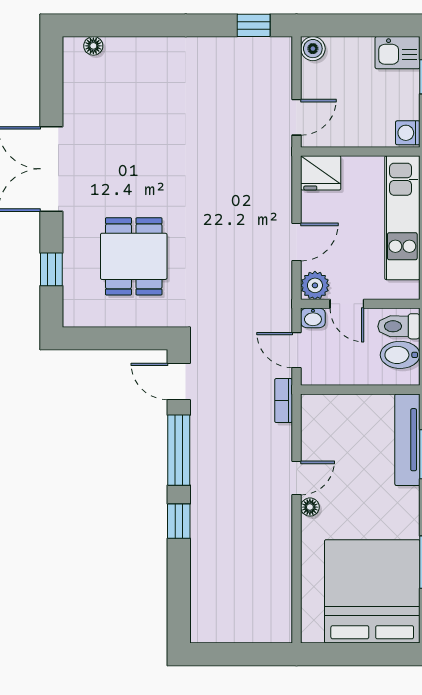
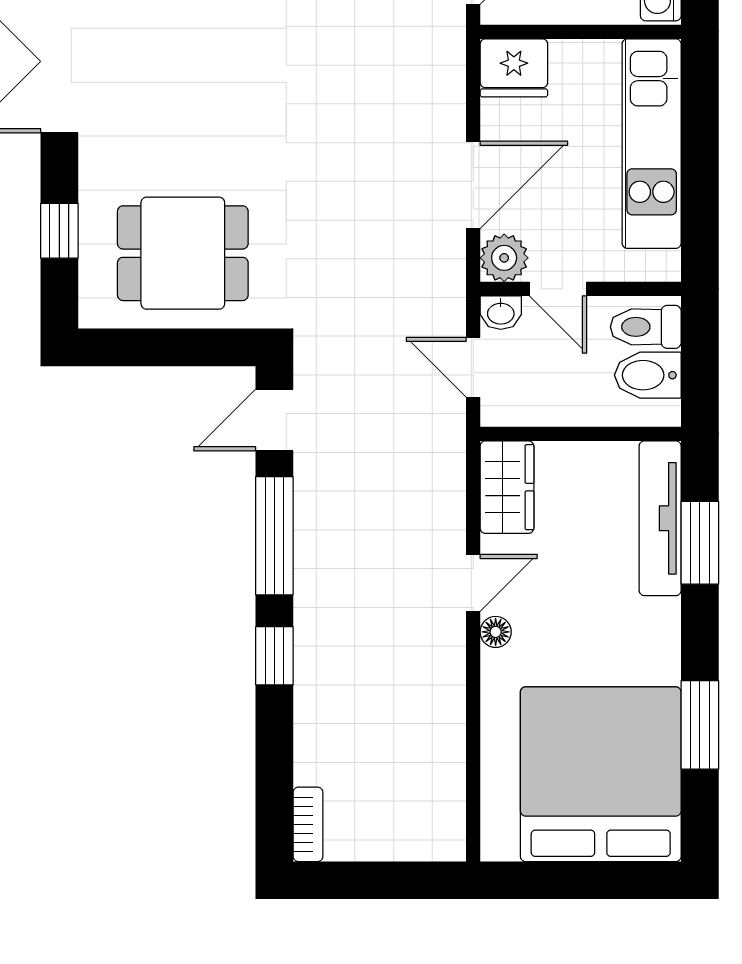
door: (297, 242) -> (473, 185), width x1.38
dining table: (134, 256) -> (183, 253), moved, turned 90
door: (179, 381) -> (274, 420), hinge flipped
bookcase: (284, 401) -> (308, 824), moved, turned 180
wardrobe: (317, 421) -> (507, 487), added

